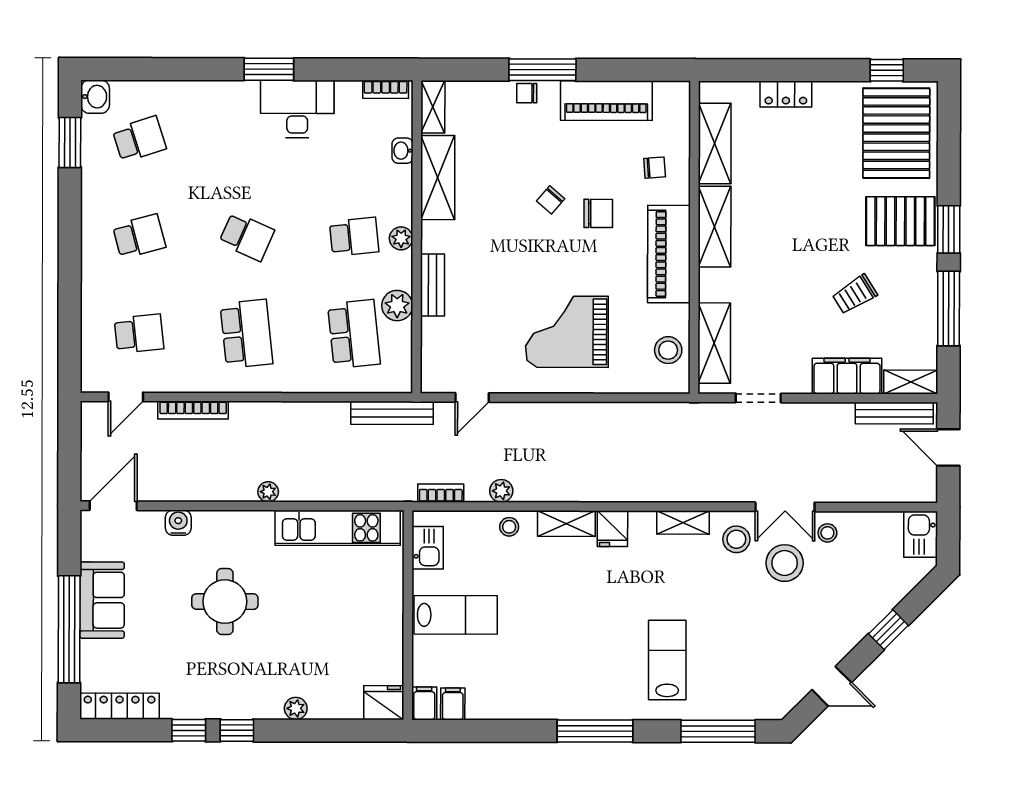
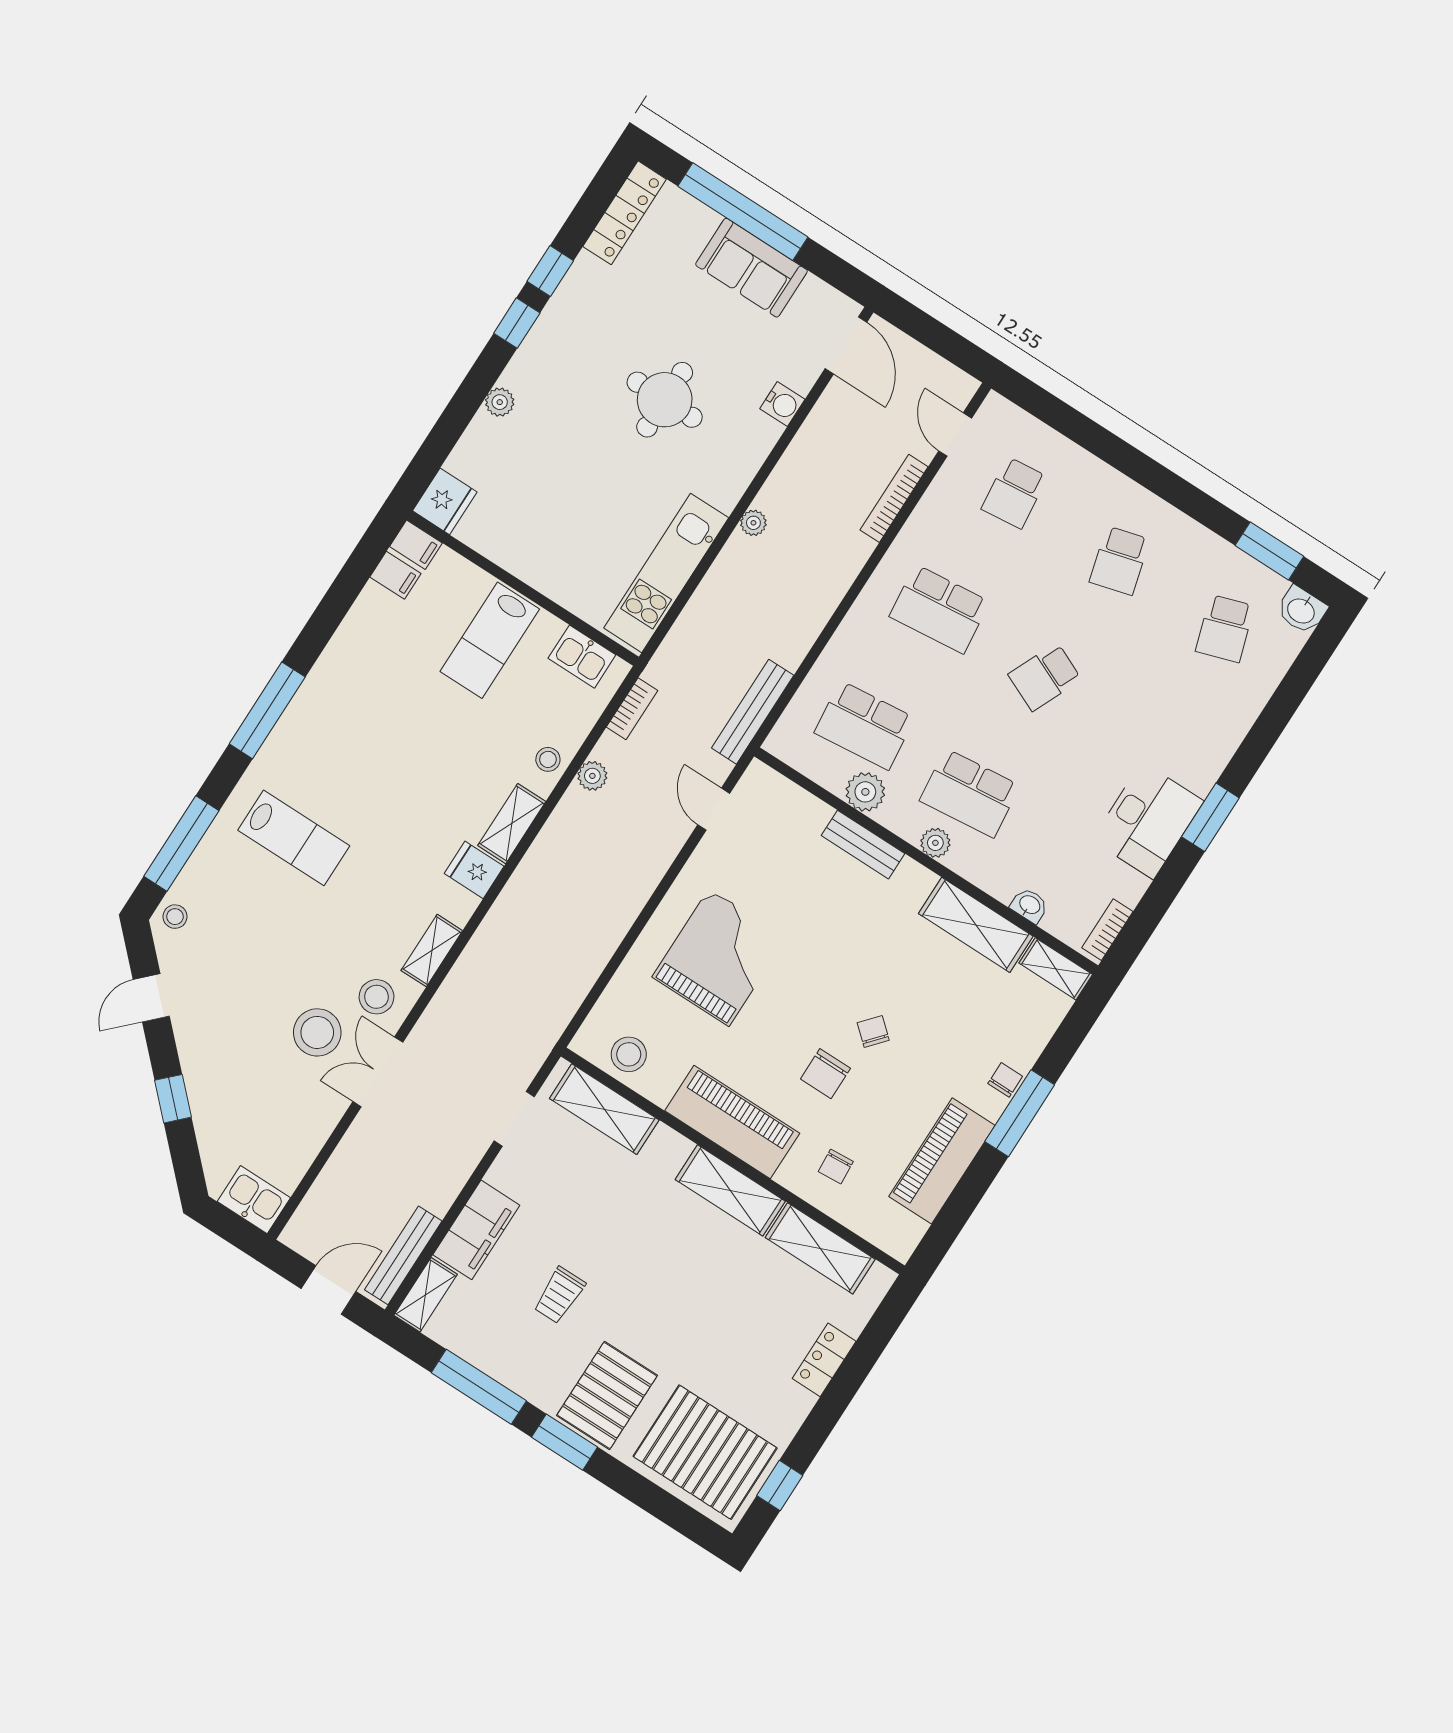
school desk: (354, 237) -> (970, 793), width x1.85
trolley: (855, 294) -> (559, 1295), turned -148
stool: (827, 533) -> (175, 917), moved

